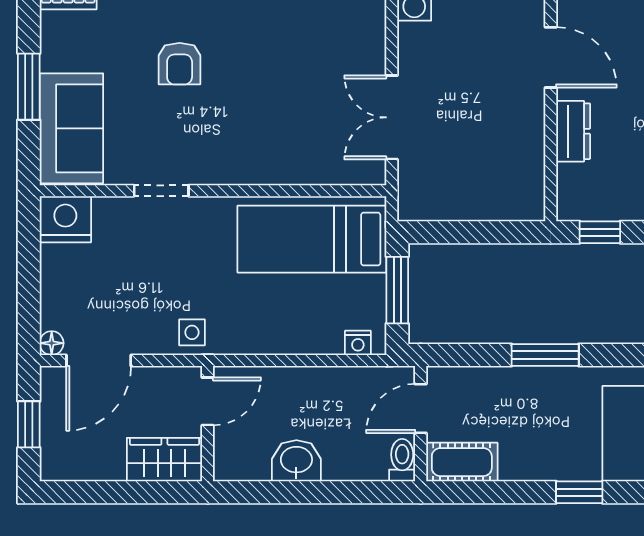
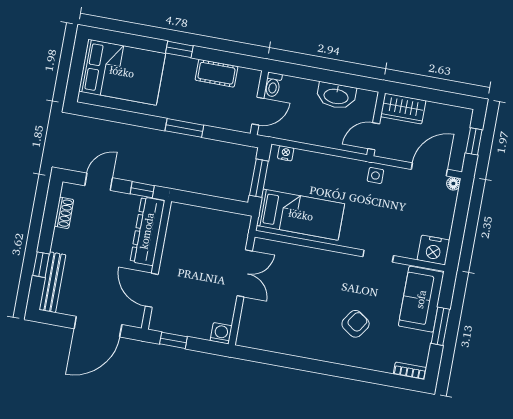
armchair: (180, 64) -> (356, 324), turned 34
dresser: (573, 131) -> (147, 231), width x1.96, depth x1.24
washbasin: (296, 461) -> (336, 96), width x1.38
cot: (462, 462) -> (216, 73), moved

